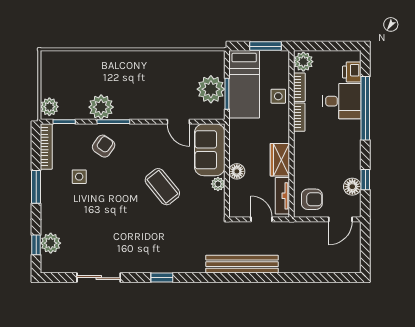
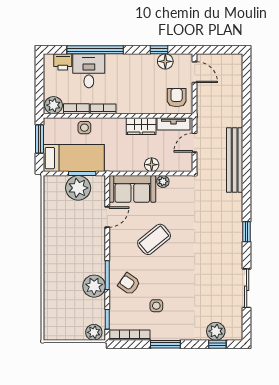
coffee table: (162, 187) -> (154, 239), moved

